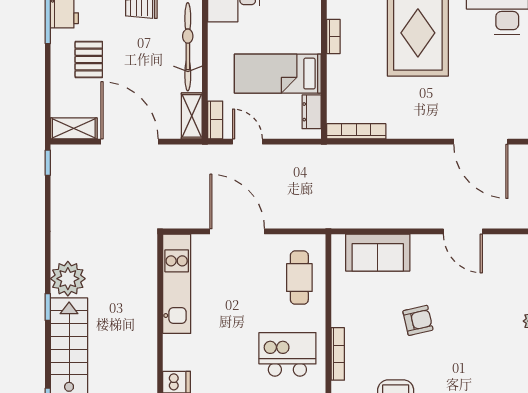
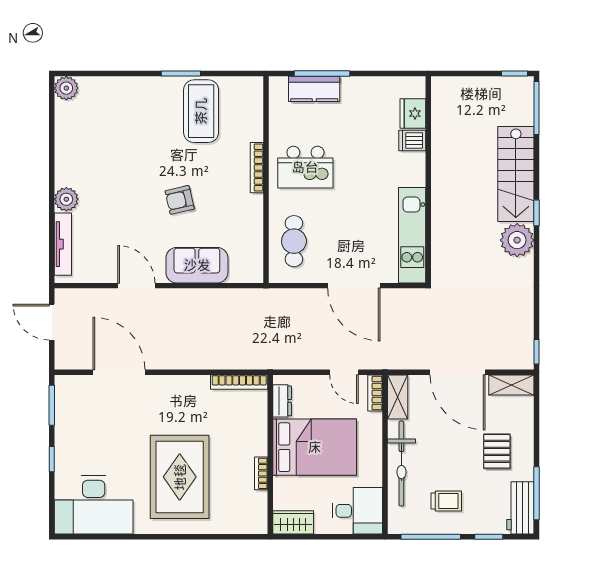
bed: (278, 74) -> (315, 447), width x1.50
sofa: (378, 253) -> (197, 265), moved

